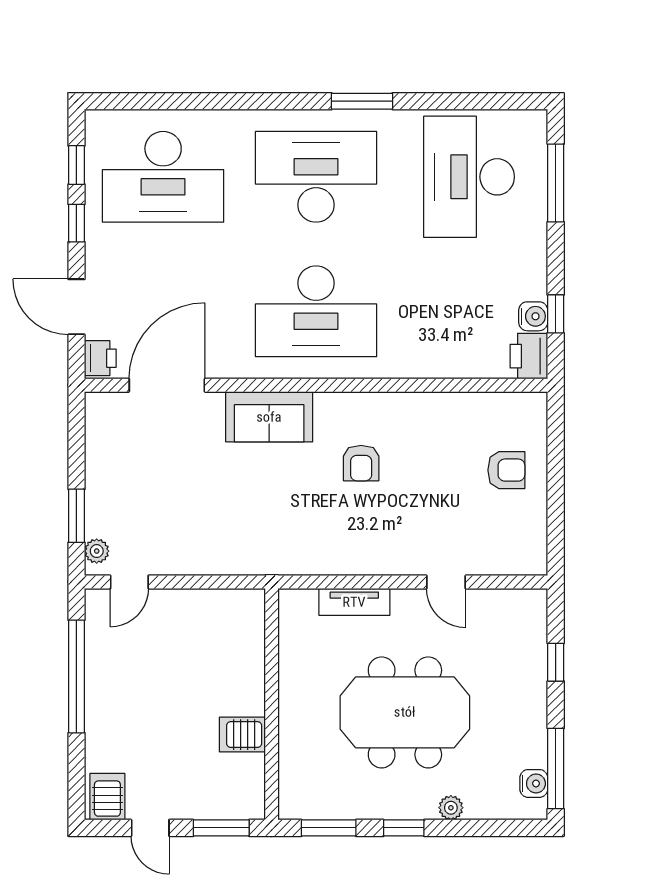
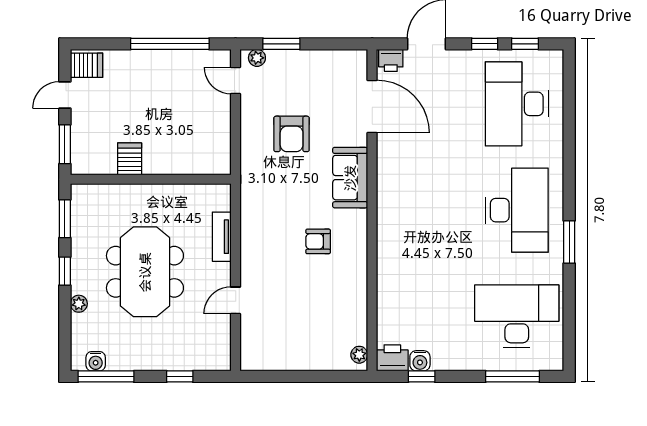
desk: (316, 311) -> (423, 210), removed
plant: (524, 404) -> (359, 355), added
armchair: (506, 470) -> (292, 134), moved, width x1.38, depth x1.38

